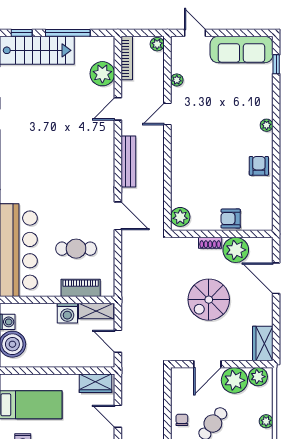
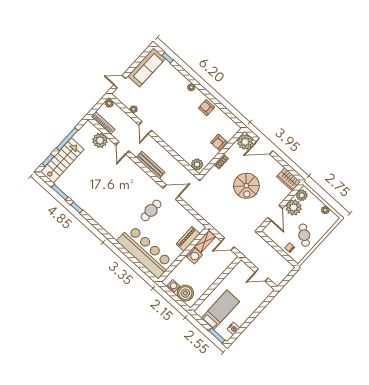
cafe table: (76, 249) -> (151, 210), moved
plant: (236, 250) -> (245, 142), moved
wardrobe: (96, 383) -> (237, 272), removed

